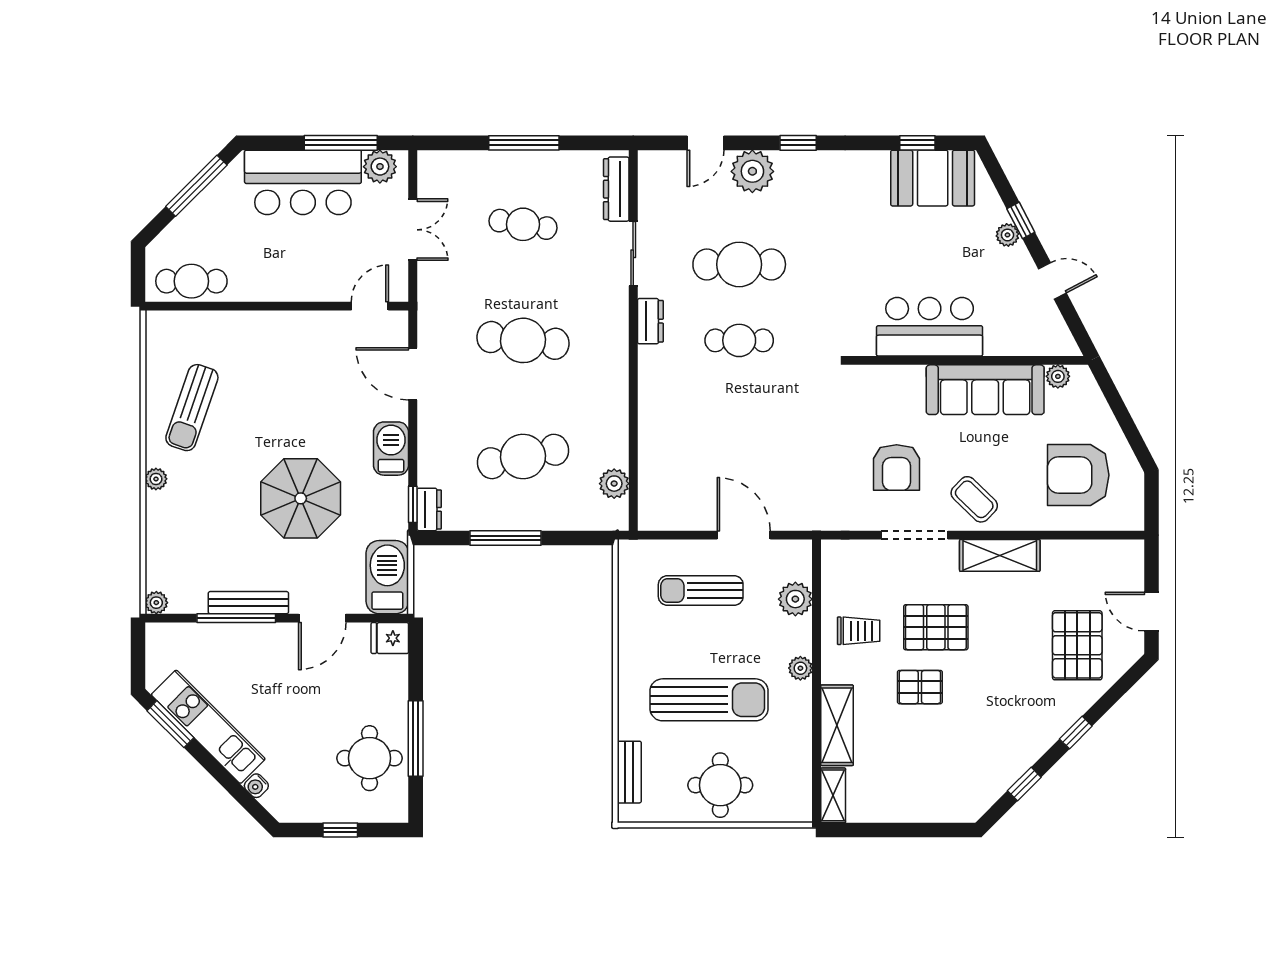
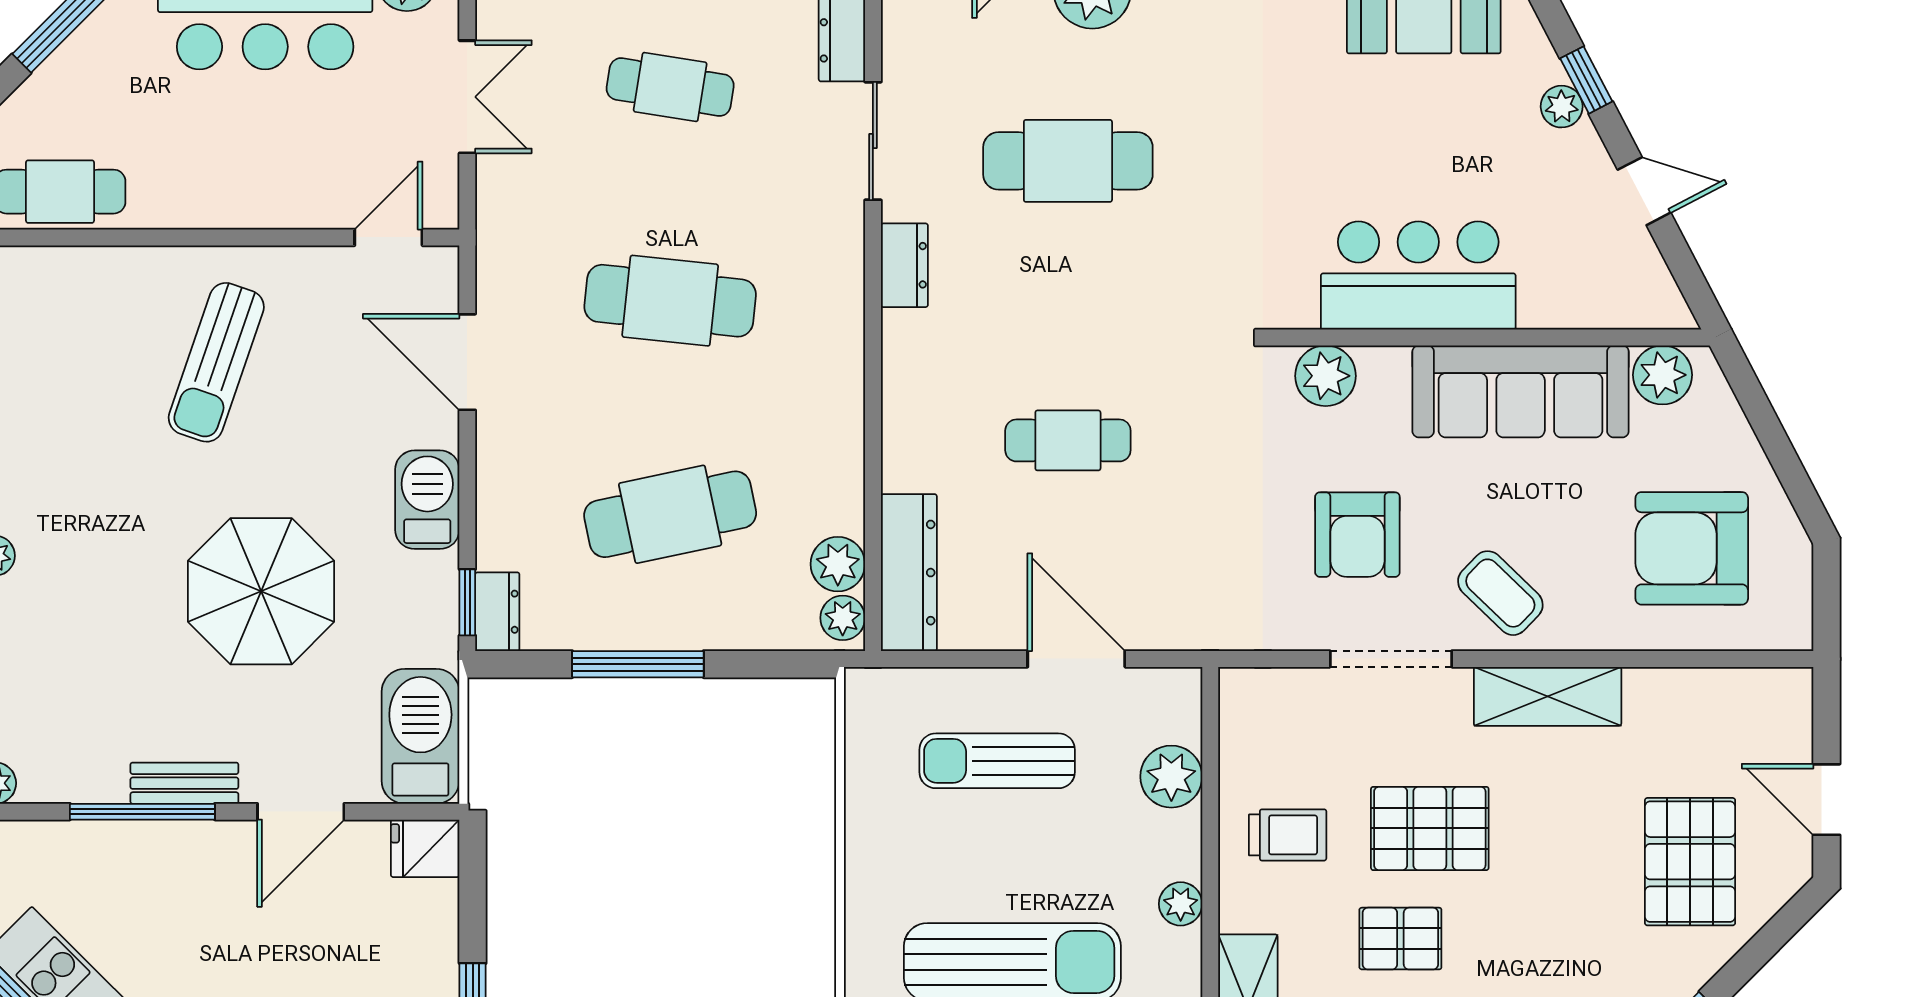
cafe table: (739, 340) -> (1068, 440), moved
plant: (1058, 376) -> (1662, 375), width x1.38, depth x1.38
plant: (879, 381) -> (1326, 376), added
sun lounger: (192, 408) -> (216, 362), moved
dresser: (653, 488) -> (909, 573), added
plant: (617, 513) -> (843, 618), added
bench: (248, 603) -> (184, 783), width x0.73

